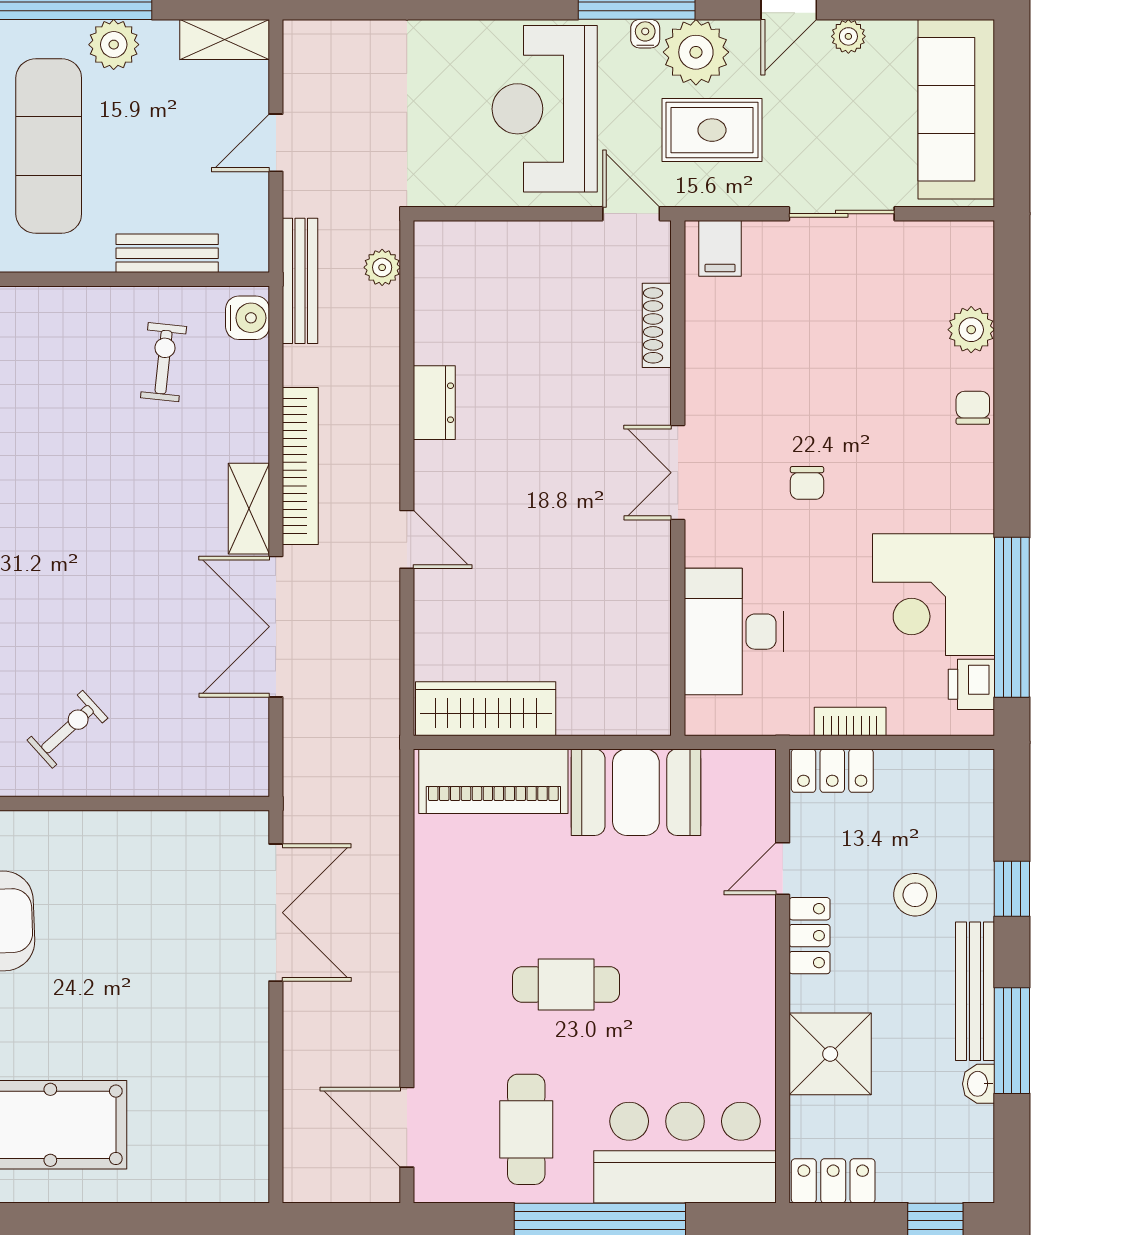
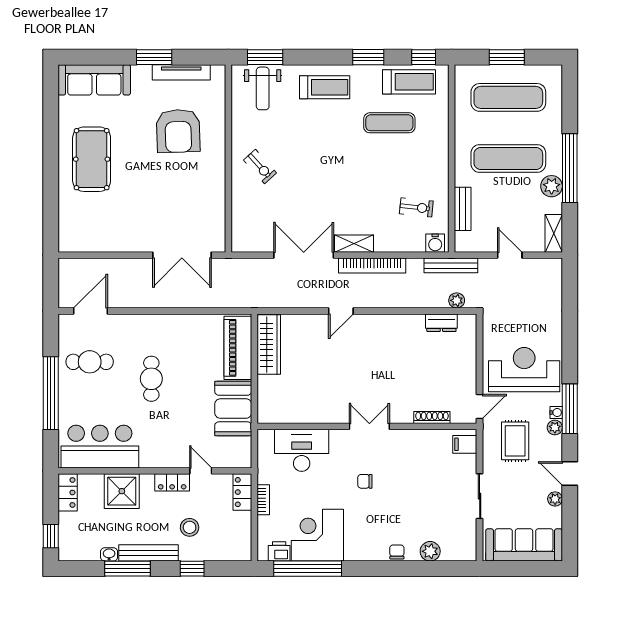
plant: (696, 52) -> (555, 428), width x0.53, depth x0.53
dresser: (434, 403) -> (441, 323), moved
chair: (973, 408) -> (397, 552), turned -90
bar counter: (685, 1153) -> (100, 447), moved, turned -90

